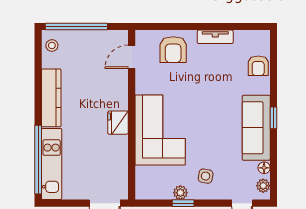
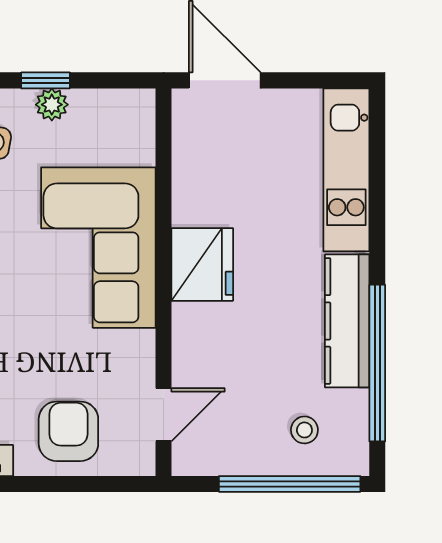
stool: (52, 45) -> (304, 430), moved
fridge: (118, 123) -> (202, 264), width x1.36, depth x1.34
window: (38, 160) -> (377, 363), moved

